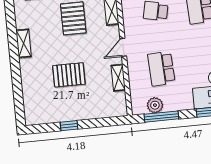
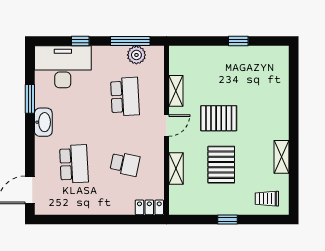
shelving: (24, 43) -> (282, 157), moved
pallet: (69, 75) -> (219, 118), moved

